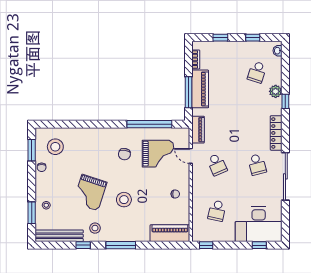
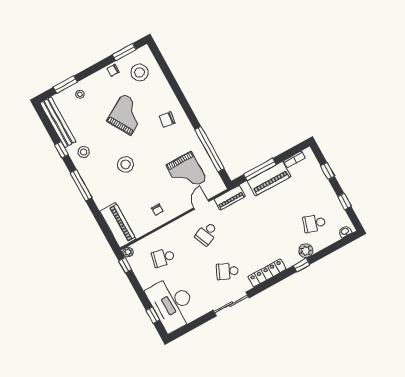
chair: (124, 154) -> (167, 120), moved
school desk: (257, 165) -> (227, 271), turned 39
sliding door: (285, 176) -> (231, 304), width x0.73
grand piano: (90, 193) -> (127, 114), moved, turned 131
plant: (197, 237) -> (128, 252), added

